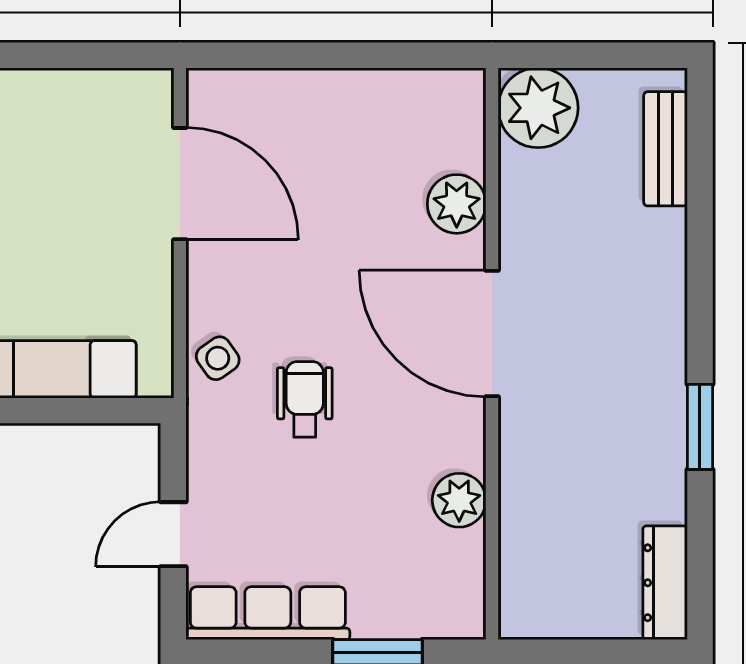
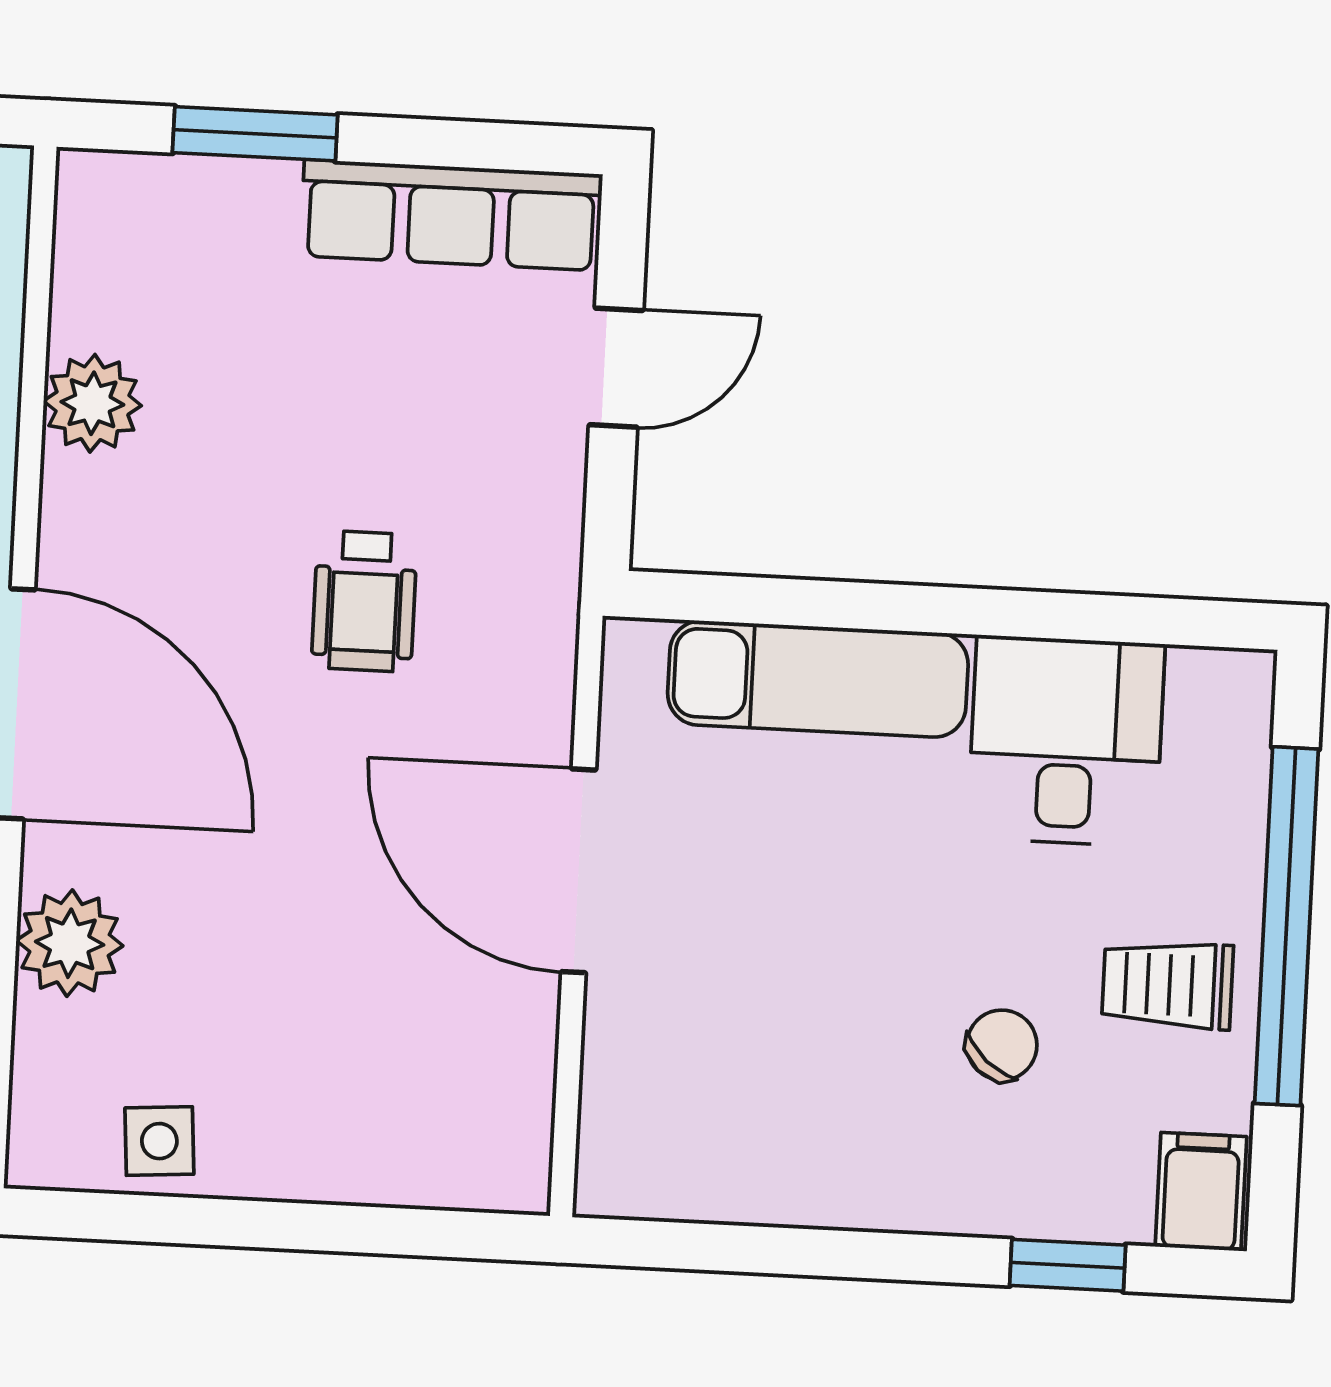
door: (180, 184) -> (579, 871), moved
side table: (218, 358) -> (159, 1141), moved, turned 31

